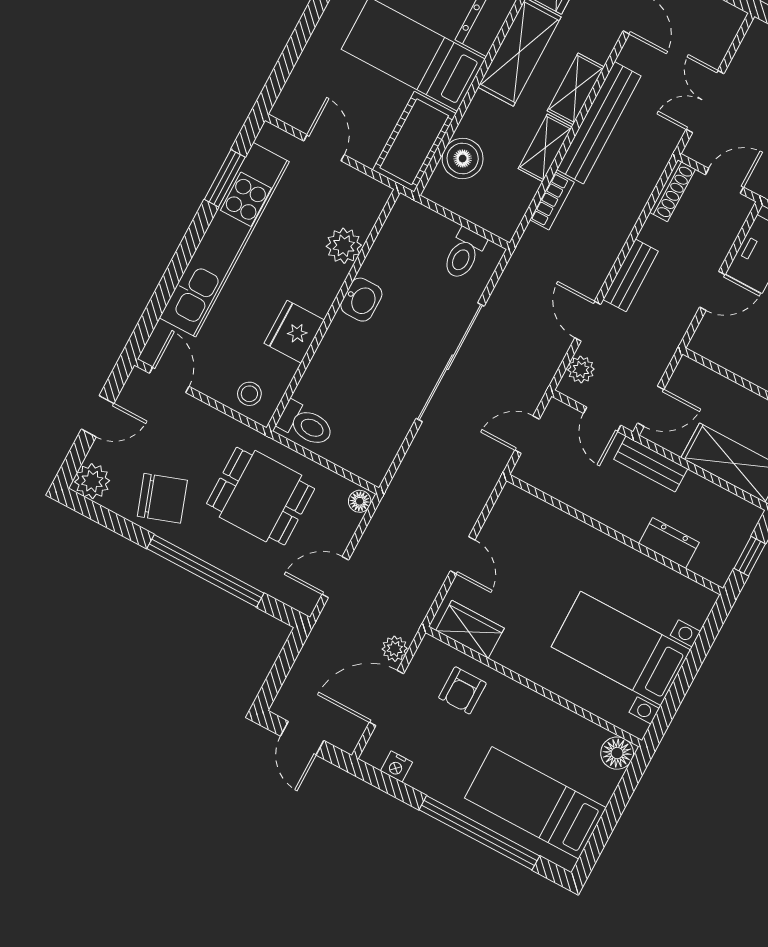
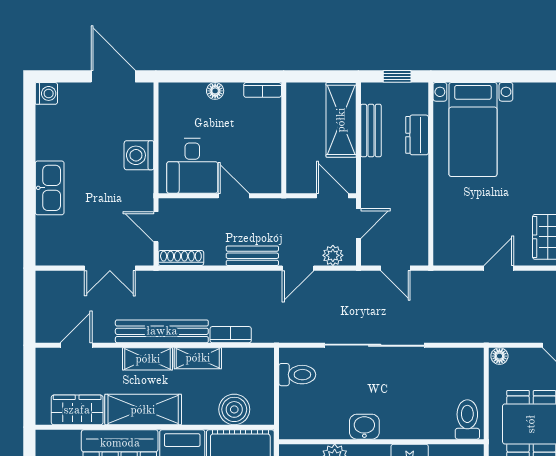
bench: (651, 464) -> (371, 131), moved
bed with nightstands: (621, 648) -> (473, 130), moved

